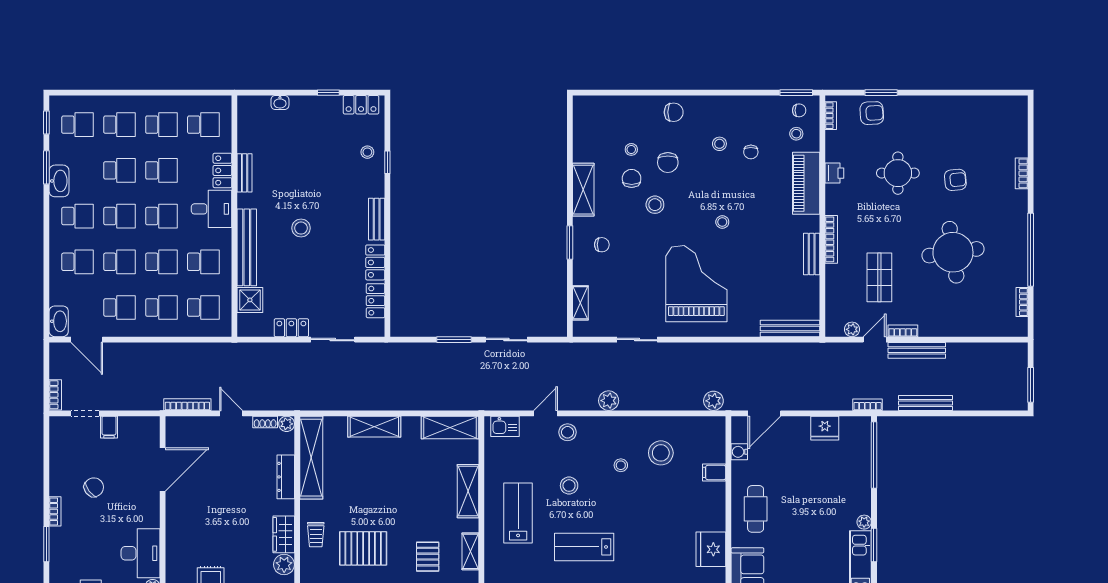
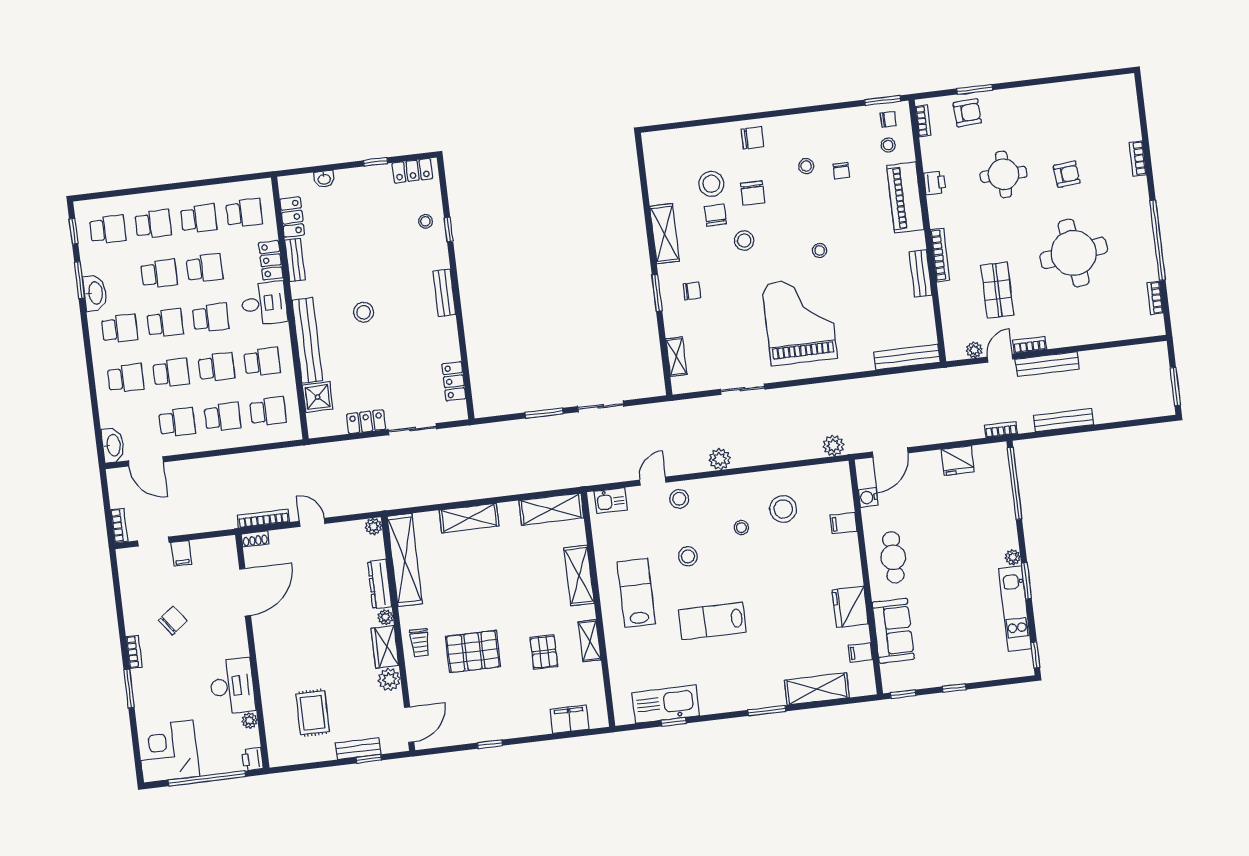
stool: (631, 149) -> (711, 184), width x1.89, depth x1.89
locker: (375, 262) -> (292, 217), moved, turned 180
shoe rack: (265, 422) -> (255, 539), moved
plant: (287, 507) -> (385, 617), added

